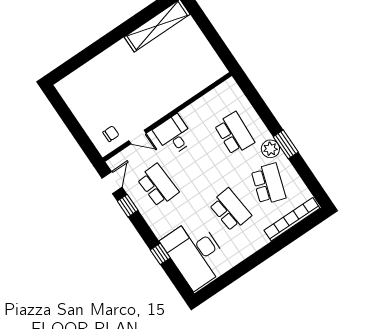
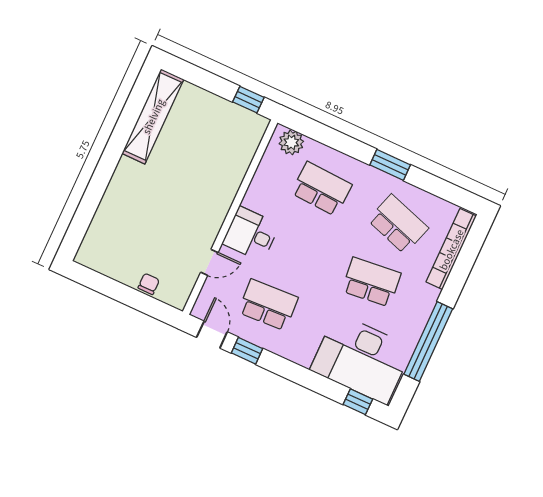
window: (223, 51) -> (248, 100), added
chair: (111, 134) -> (149, 284), moved
plant: (270, 149) -> (291, 142), moved
window: (160, 254) -> (358, 402), moved
window: (243, 268) -> (428, 341), added

